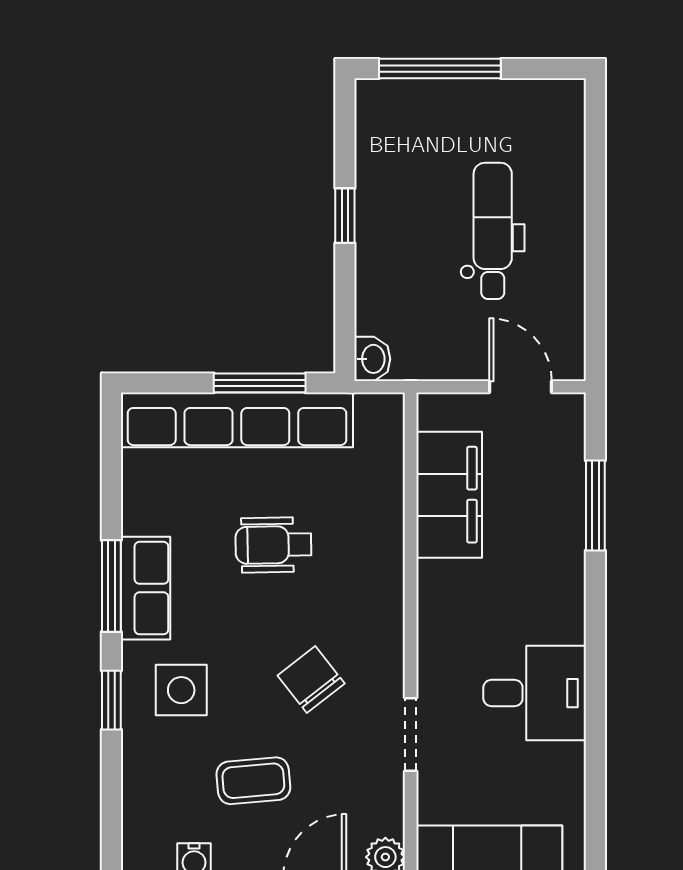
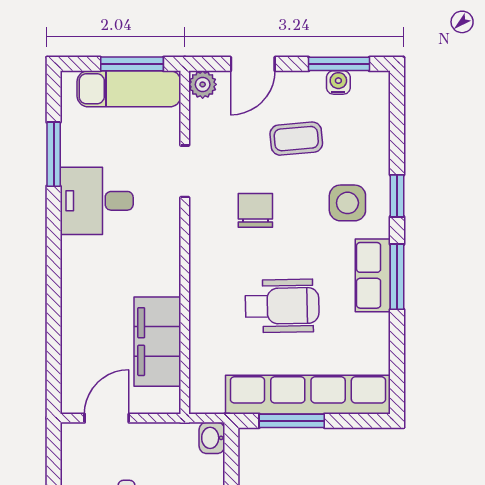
door: (521, 387) -> (107, 418), swing flipped
window: (595, 505) -> (54, 154), moved
wheelchair: (273, 545) -> (282, 306), width x1.36, depth x1.37
chair: (311, 680) -> (255, 210), turned -142

